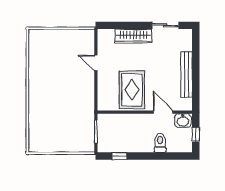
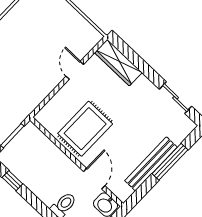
wardrobe: (133, 36) -> (118, 63), moved
window: (196, 63) -> (170, 162), added

